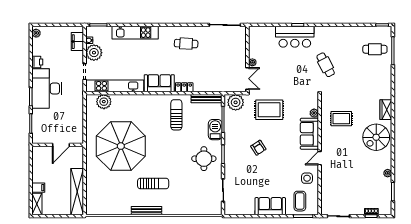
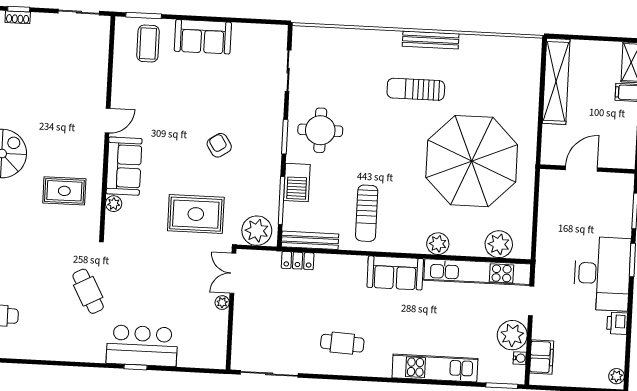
locker: (184, 87) -> (298, 261), moved
plant: (137, 100) -> (438, 244), added
side table: (307, 178) -> (133, 85), removed

